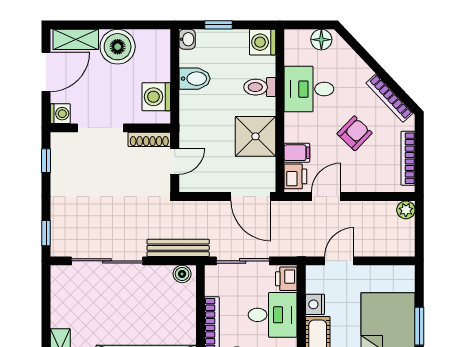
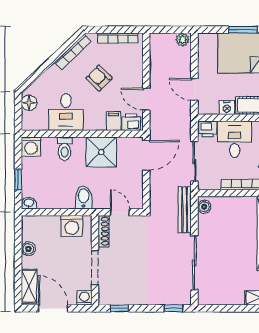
boiler: (118, 47) -> (28, 249), width x0.54, depth x0.54
bidet: (195, 79) -> (84, 197), moved
plant: (406, 210) -> (182, 40), moved

